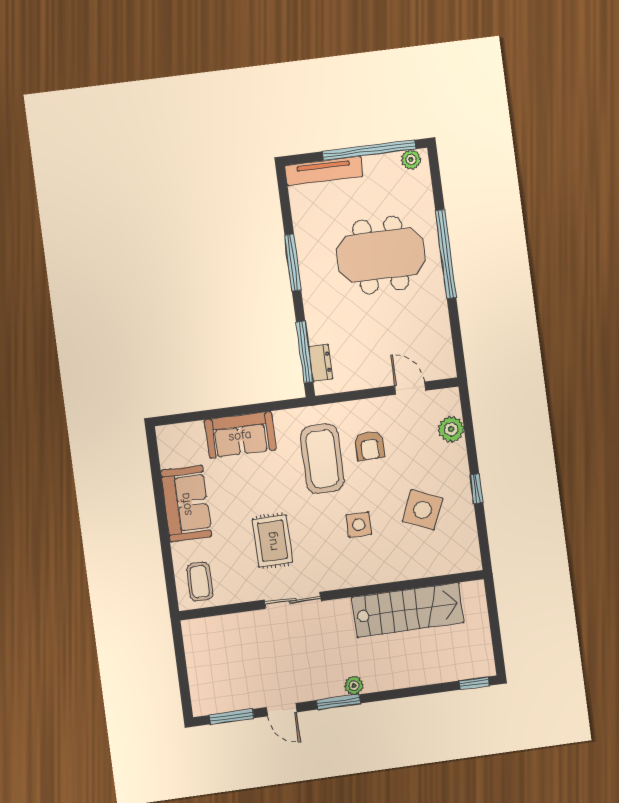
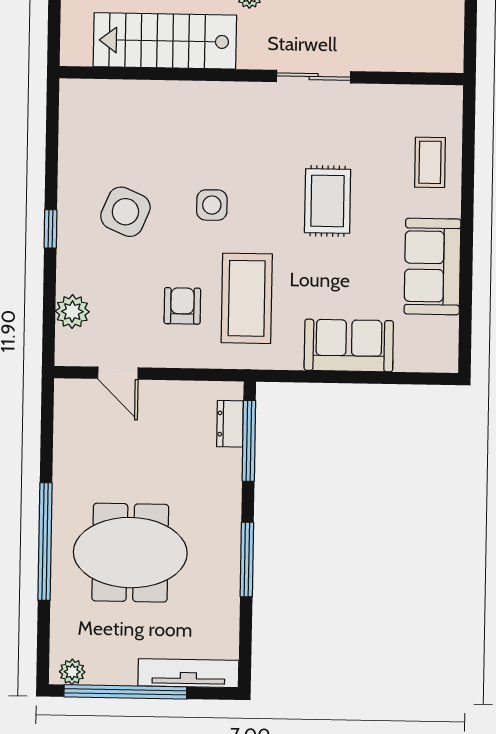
wall: (332, 595) -> (261, 76), moved
sliding door: (293, 600) -> (314, 77), moved
stairs: (408, 610) -> (165, 41), moved

